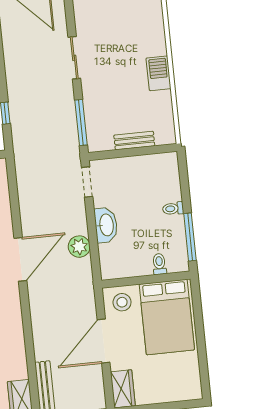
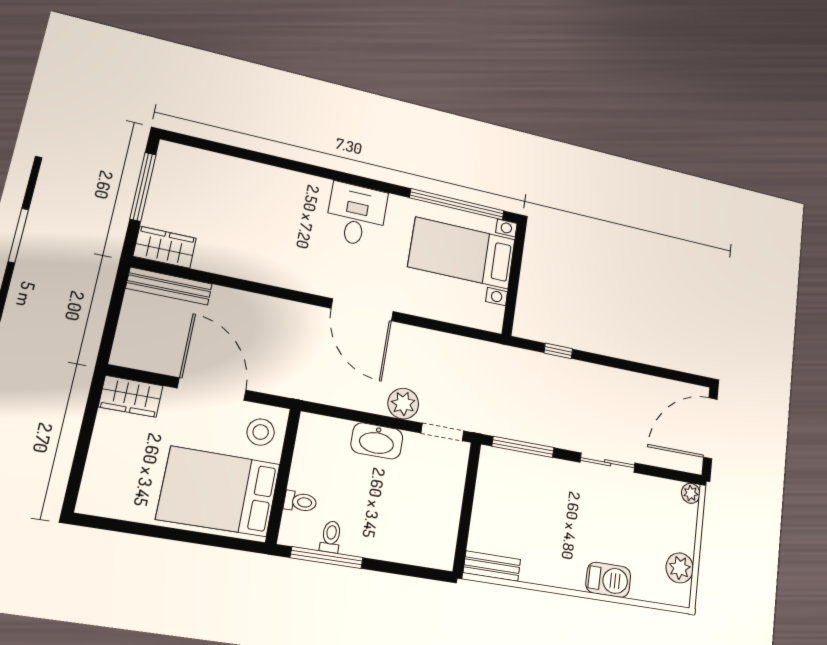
barbecue: (158, 73) -> (608, 580), moved
bench: (134, 141) -> (492, 566), moved, turned 90
toilet: (173, 209) -> (331, 537), moved
plant: (79, 247) -> (403, 404), moved

